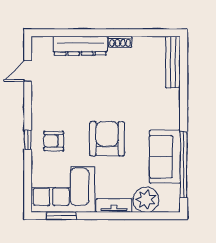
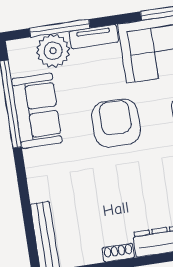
armchair: (107, 139) -> (116, 123), turned 180
window: (138, 216) -> (60, 28), added

